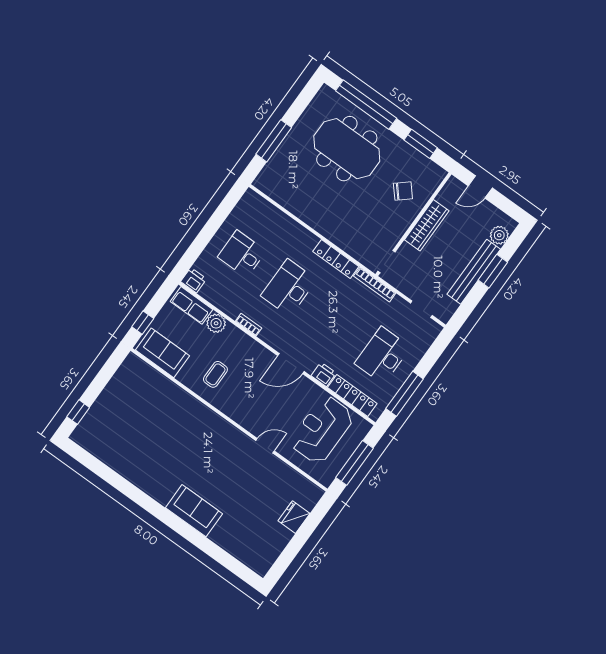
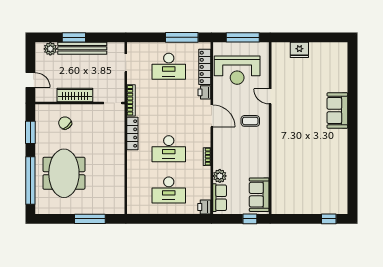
desk: (242, 254) -> (169, 190), width x1.37
coffee table: (215, 374) -> (250, 121), moved

